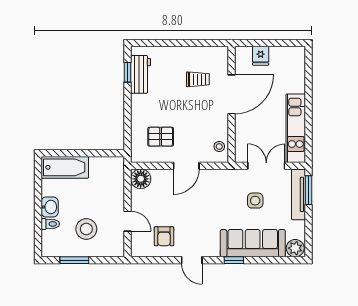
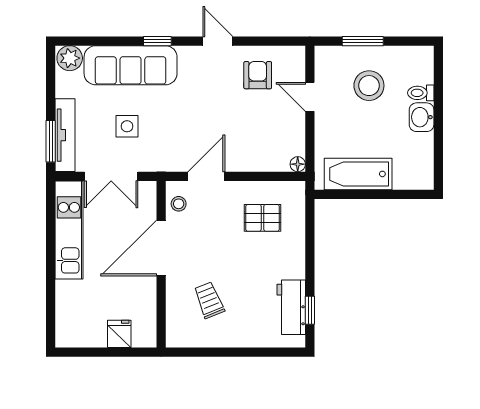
trolley: (198, 79) -> (209, 300), turned 68
door: (231, 94) -> (161, 248), moved
door: (186, 166) -> (206, 176), moved
bathtub: (65, 167) -> (358, 174), moved
floor lamp: (141, 179) -> (298, 164), width x0.53, depth x0.53
window: (74, 260) -> (363, 41), moved

